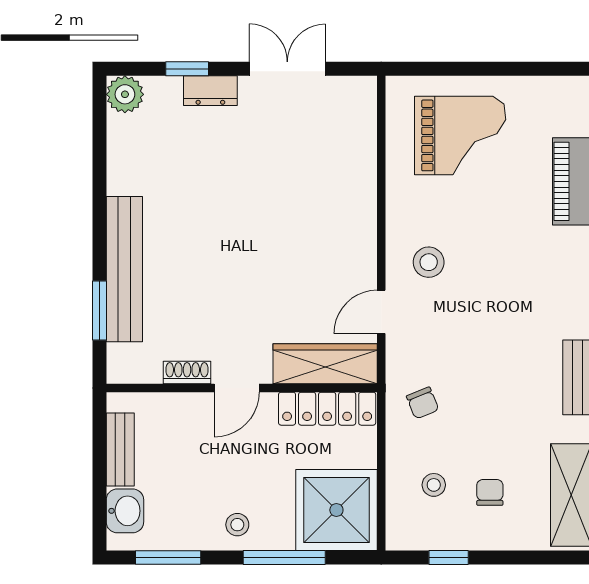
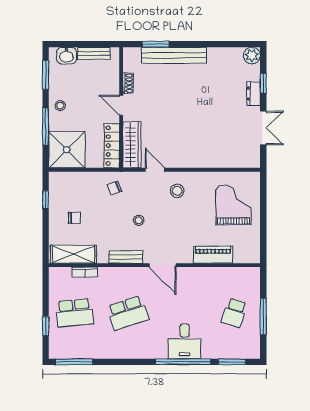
grand piano: (460, 135) -> (234, 205), turned 180
stool: (434, 485) -> (139, 220), moved

